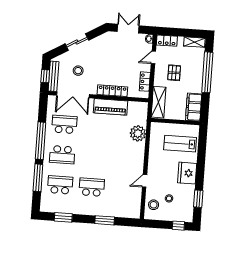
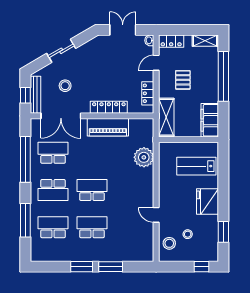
window: (41, 141) -> (25, 159), moved
school desk: (94, 157) -> (92, 190), added
door: (145, 181) -> (156, 215), hinge flipped
window: (63, 217) -> (82, 267), moved

